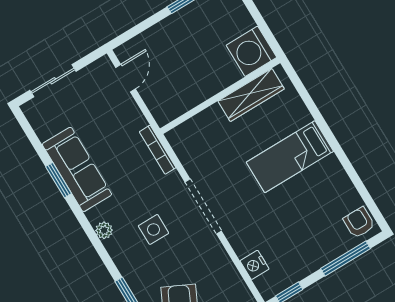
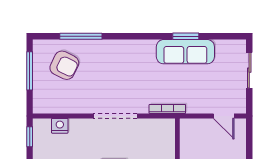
side table: (154, 229) -> (120, 77), removed
plant: (104, 230) -> (138, 46), removed

